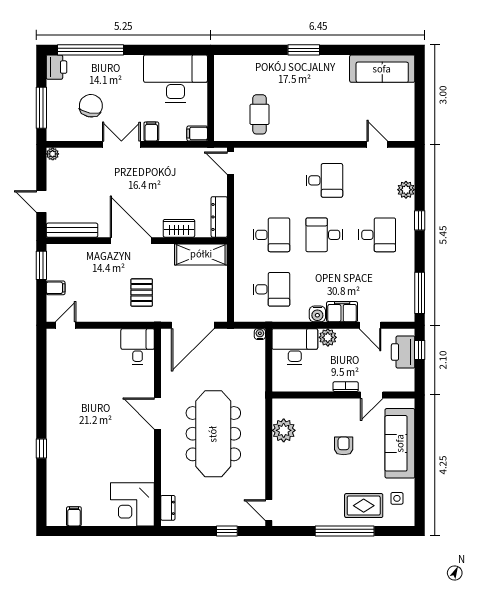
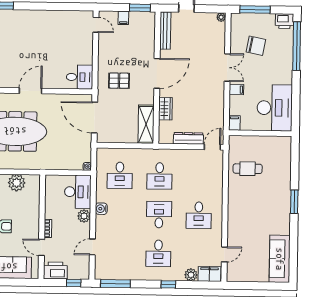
dresser: (219, 217) -> (188, 138), moved
filing cabinet: (342, 312) -> (209, 274), moved, turned -90
printer: (403, 352) -> (55, 271), moved

